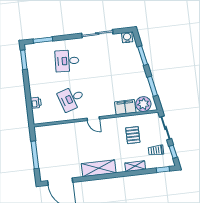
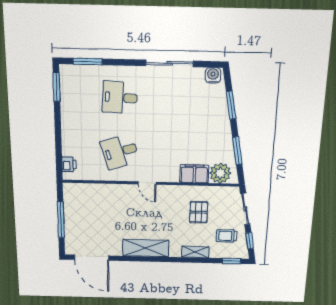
printer: (36, 103) -> (69, 164), moved

